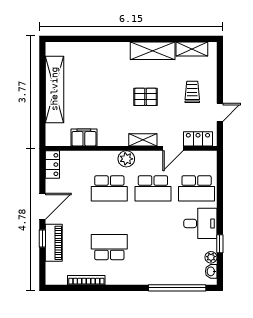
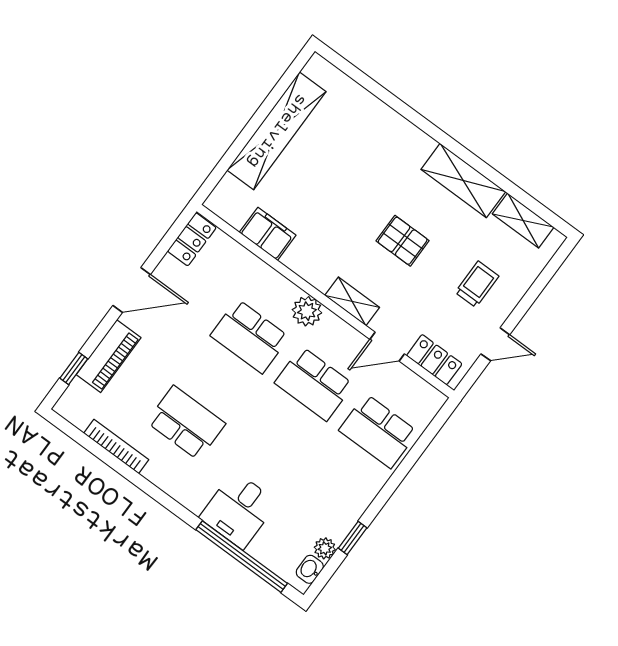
desk: (200, 223) -> (238, 510), moved, turned 90
window: (42, 238) -> (74, 369), moved

